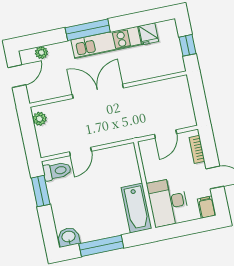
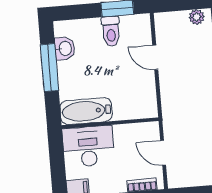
toilet: (57, 171) -> (111, 31), moved
washbasin: (69, 237) -> (65, 49), moved

